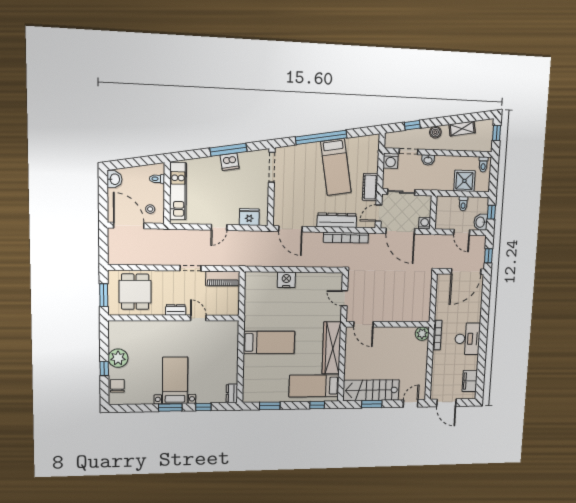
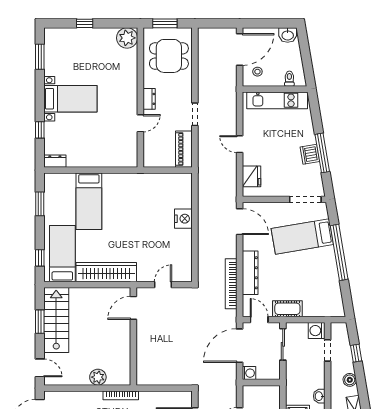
washbasin: (428, 160) -> (319, 396), moved
bed: (336, 167) -> (302, 236), moved
door: (290, 229) -> (240, 222), swing flipped
plant: (422, 334) -> (98, 377), moved
bed: (269, 342) -> (89, 201), moved
plant: (118, 358) -> (127, 38), moved
chair: (117, 386) -> (65, 37), removed
window: (170, 407) -> (40, 57), moved

